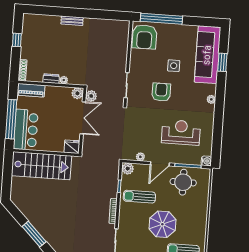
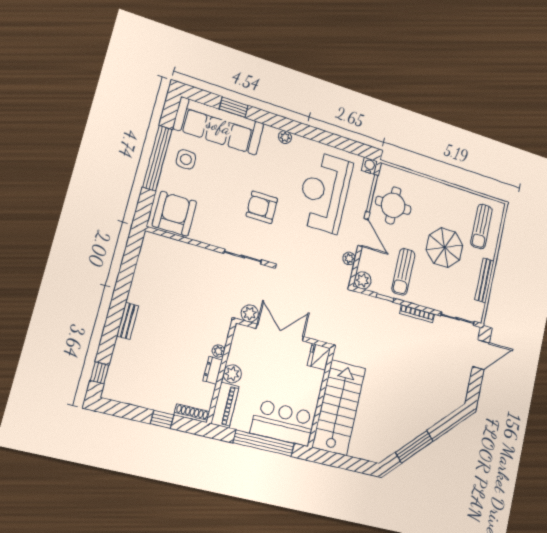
window: (38, 10) -> (100, 373), added
window: (161, 19) -> (157, 158), moved
armchair: (144, 37) -> (174, 214), turned -90
window: (17, 40) -> (162, 419), moved
side table: (174, 66) -> (186, 159), moved
plant: (77, 93) -> (232, 374), moved
reception desk: (181, 132) -> (324, 192), width x1.36, depth x1.30
window: (34, 234) -> (414, 447), moved

